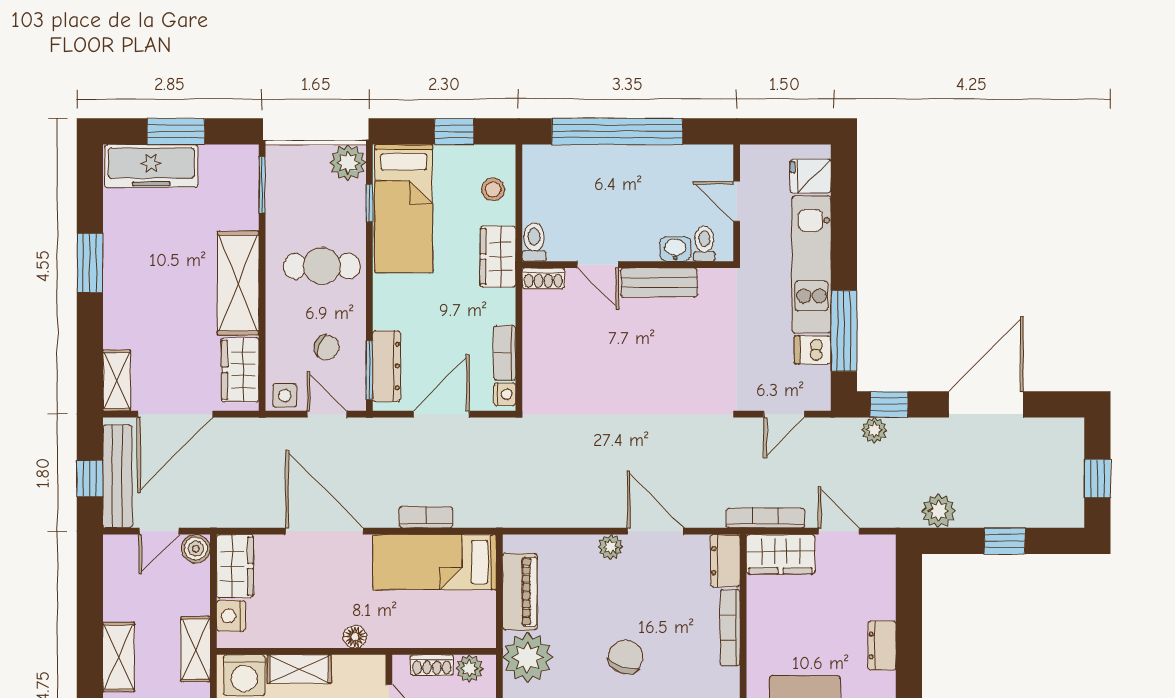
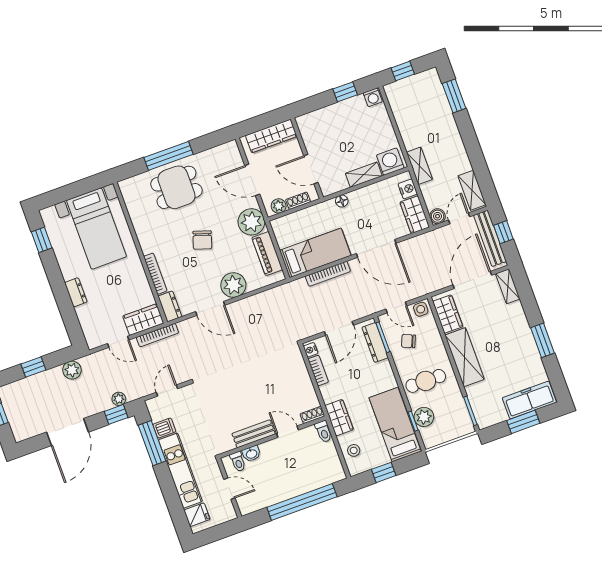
plant: (348, 163) -> (424, 417), moved
bookcase: (426, 517) -> (328, 274), width x1.56
plant: (611, 547) -> (233, 285), width x1.88, depth x1.88
shelving: (119, 657) -> (472, 190), moved

